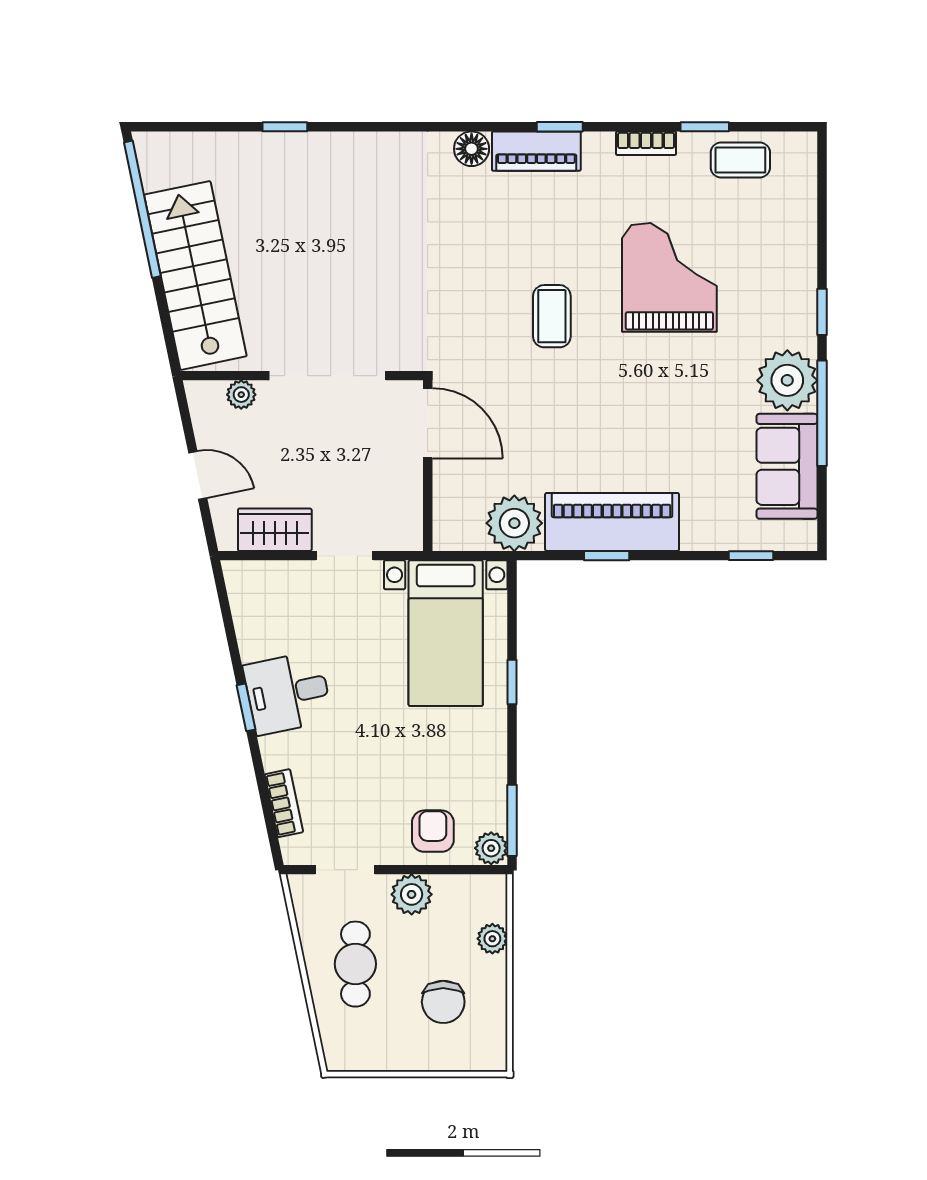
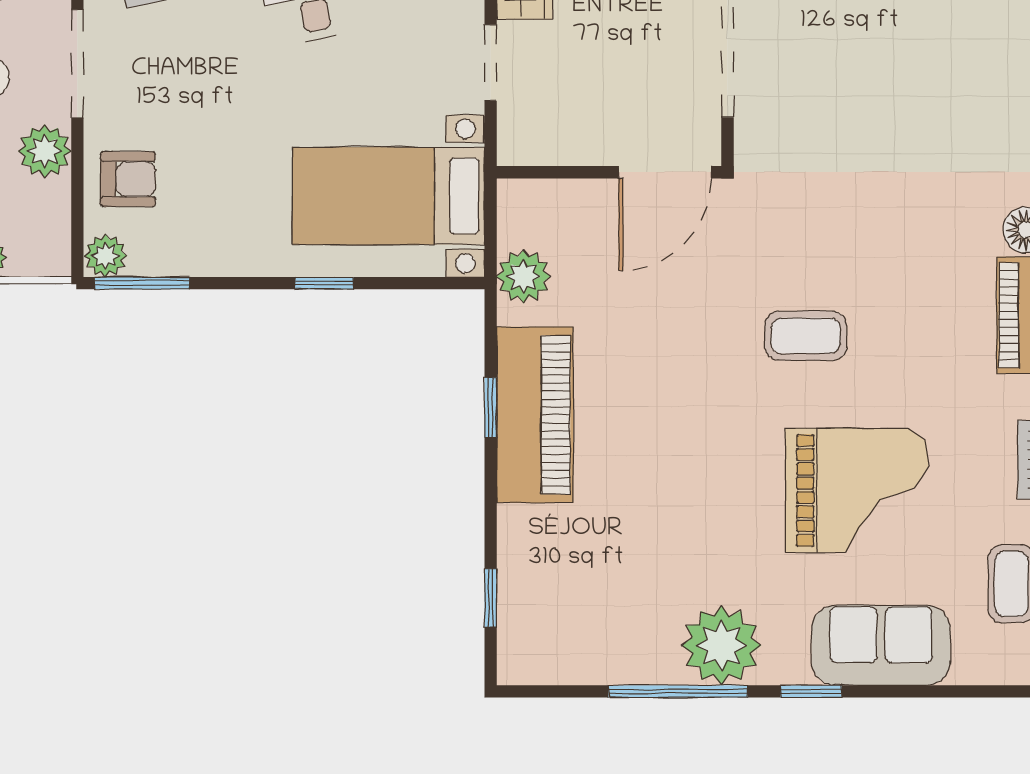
sofa: (787, 466) -> (881, 645), moved
plant: (514, 523) -> (524, 276), width x0.73, depth x0.73
doorway: (345, 870) -> (77, 64), width x1.38

